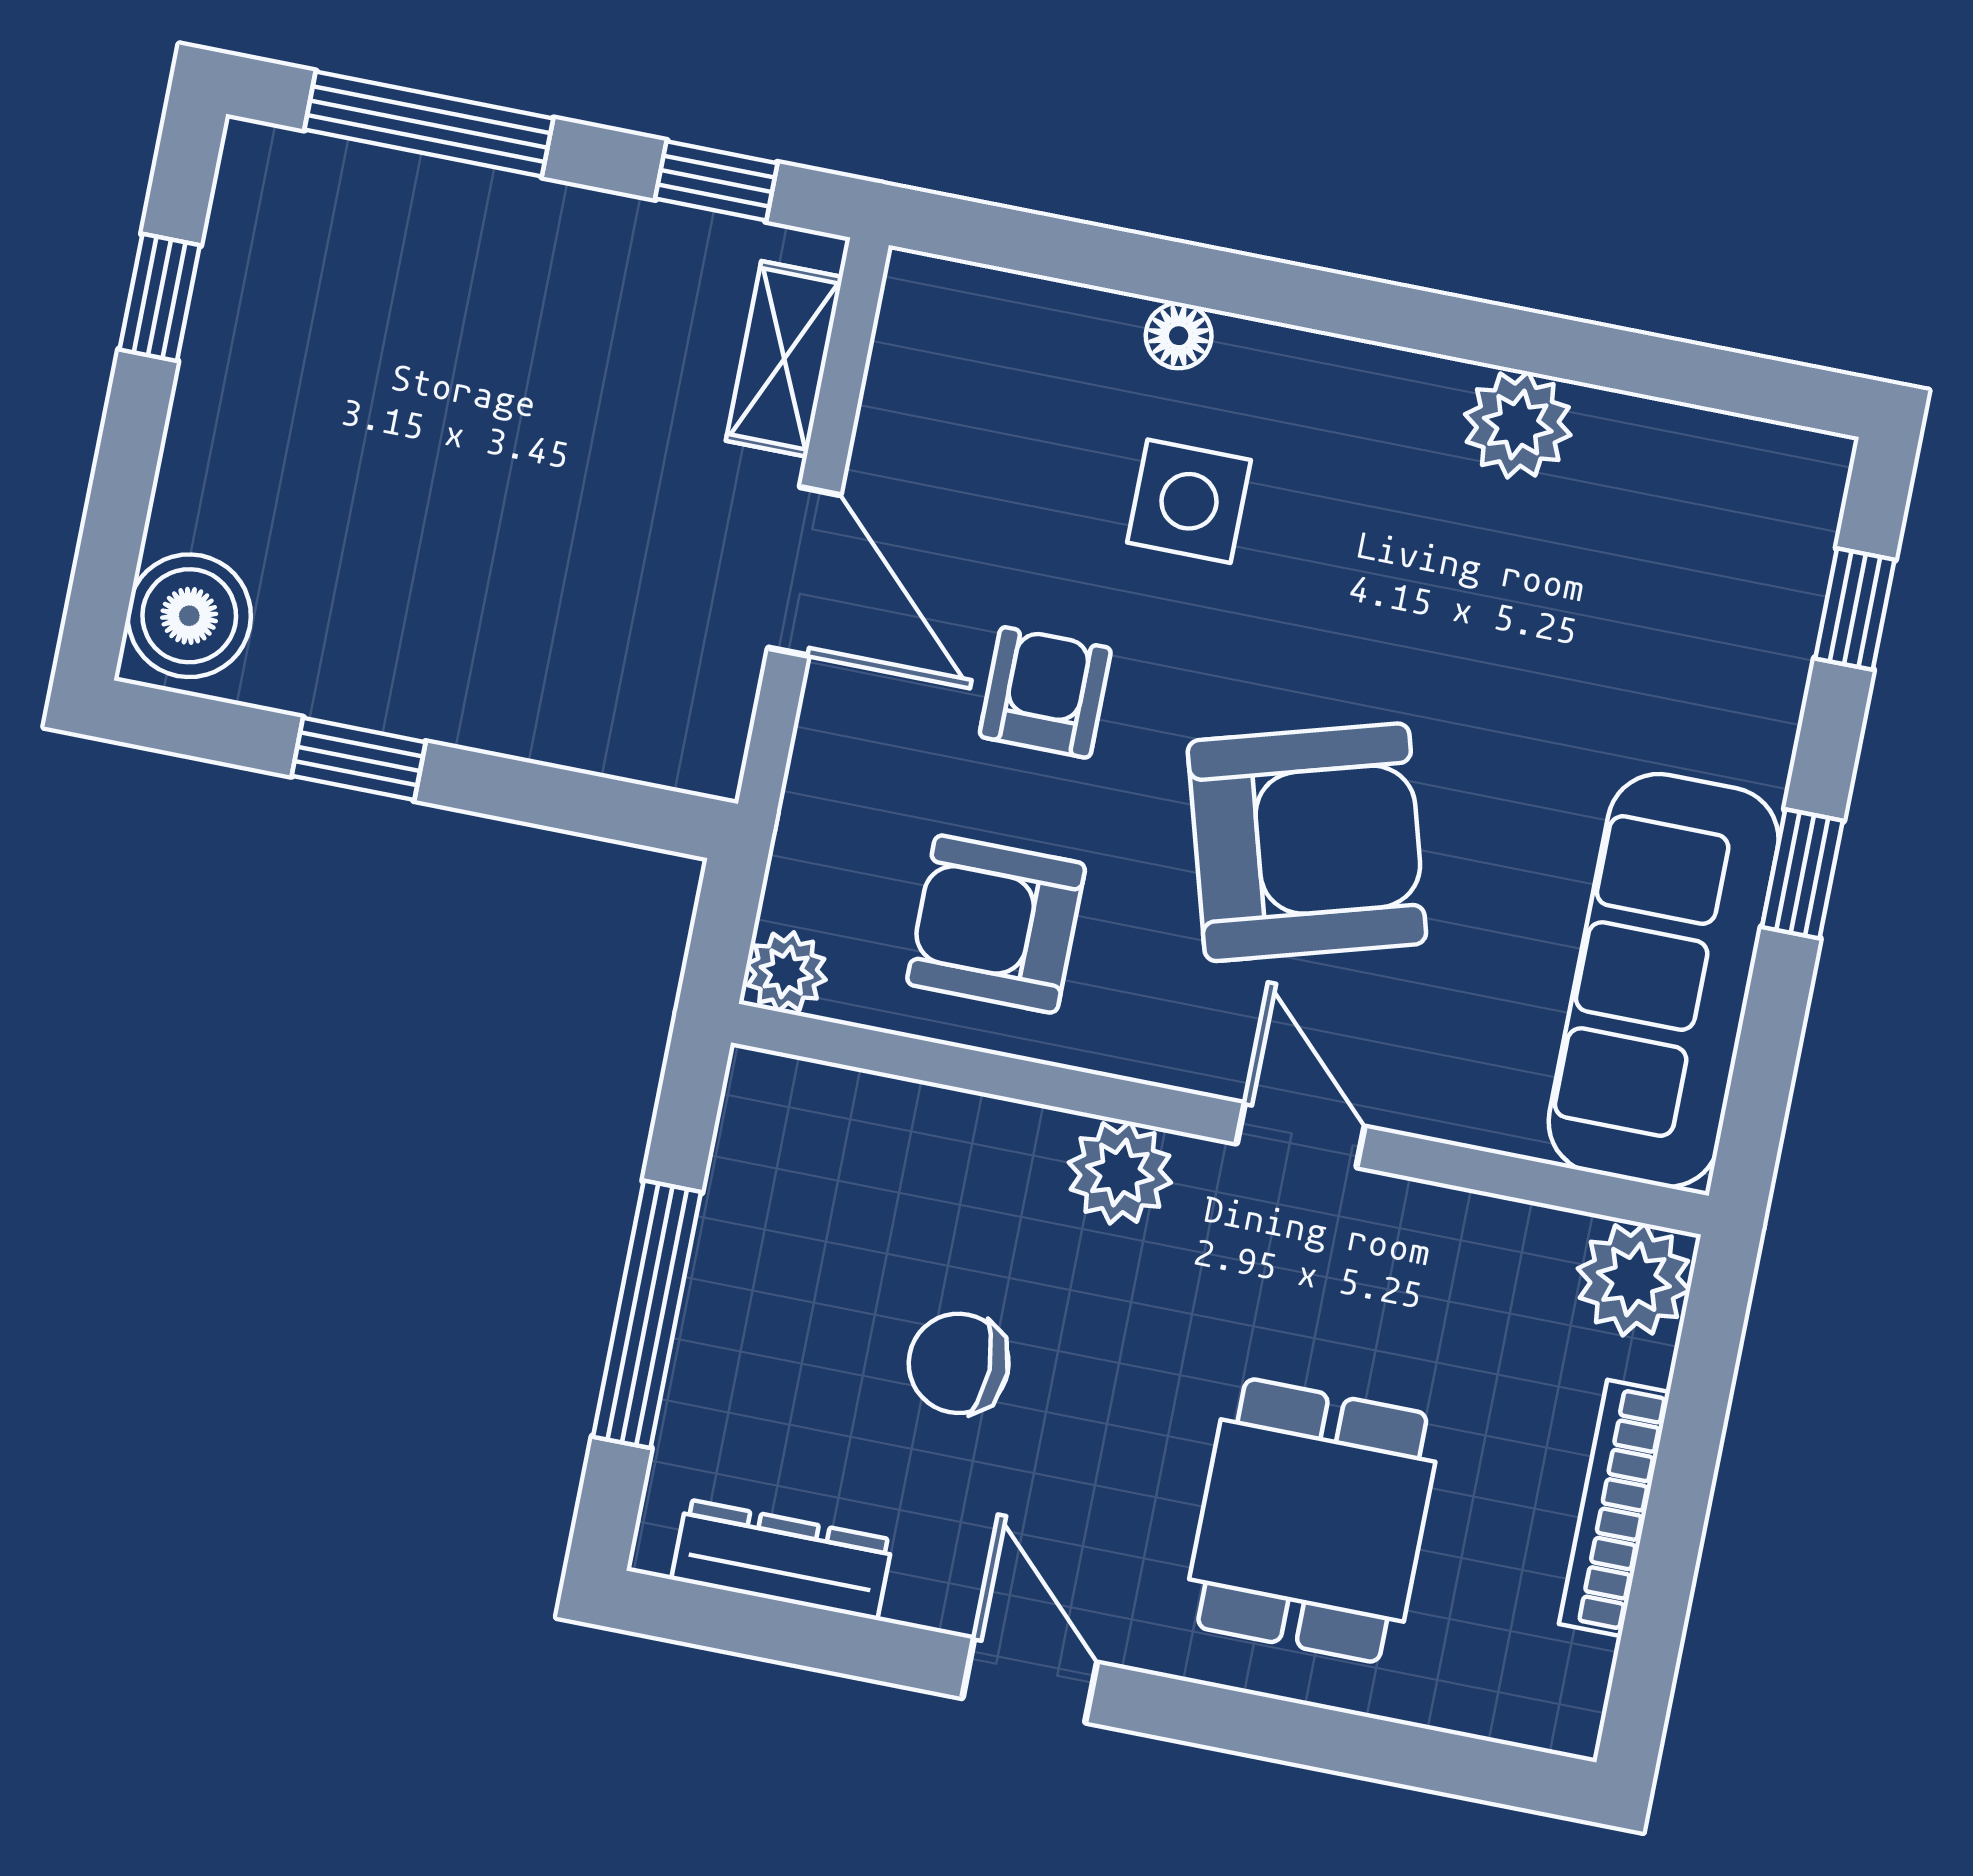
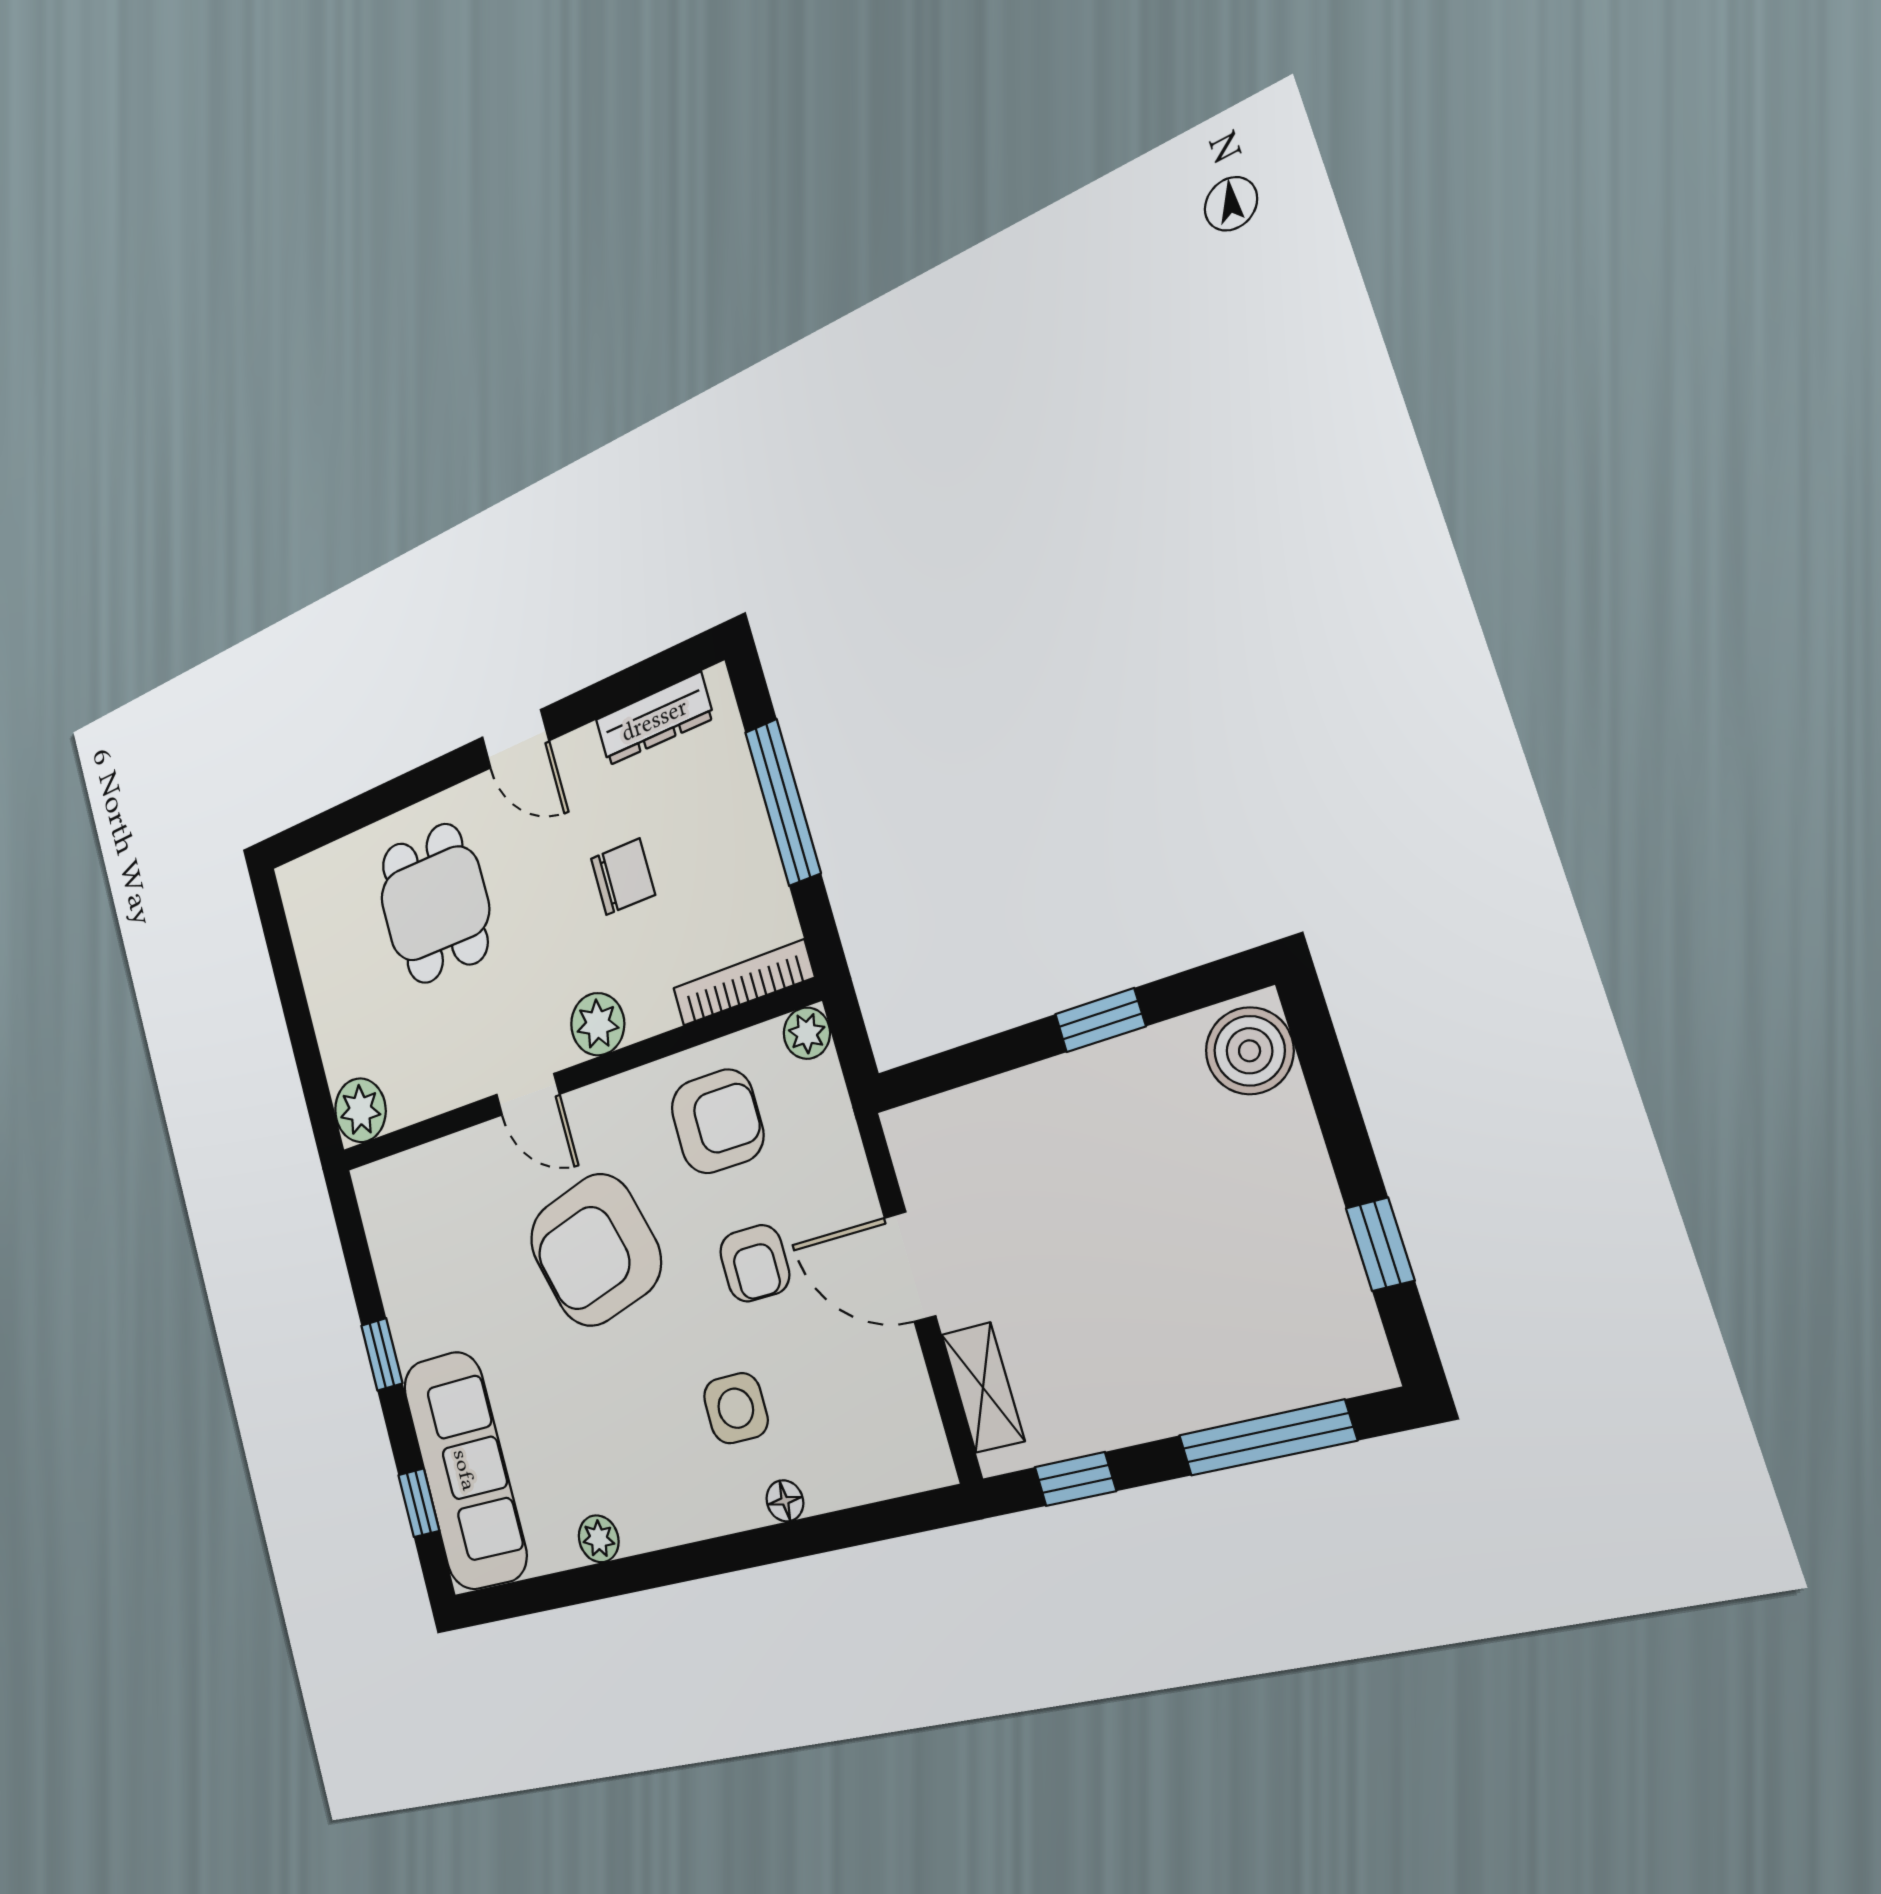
plant: (1518, 425) -> (599, 1539), width x0.73, depth x0.73
sofa: (1664, 980) -> (465, 1470), moved
bookcase: (1614, 1508) -> (743, 983), moved, turned -90

